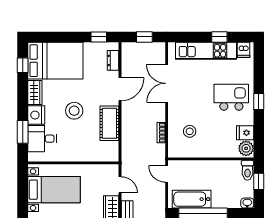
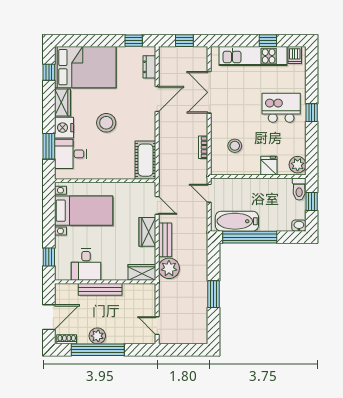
cot: (109, 123) -> (145, 160), moved
fridge: (245, 133) -> (269, 166), moved, turned 90

